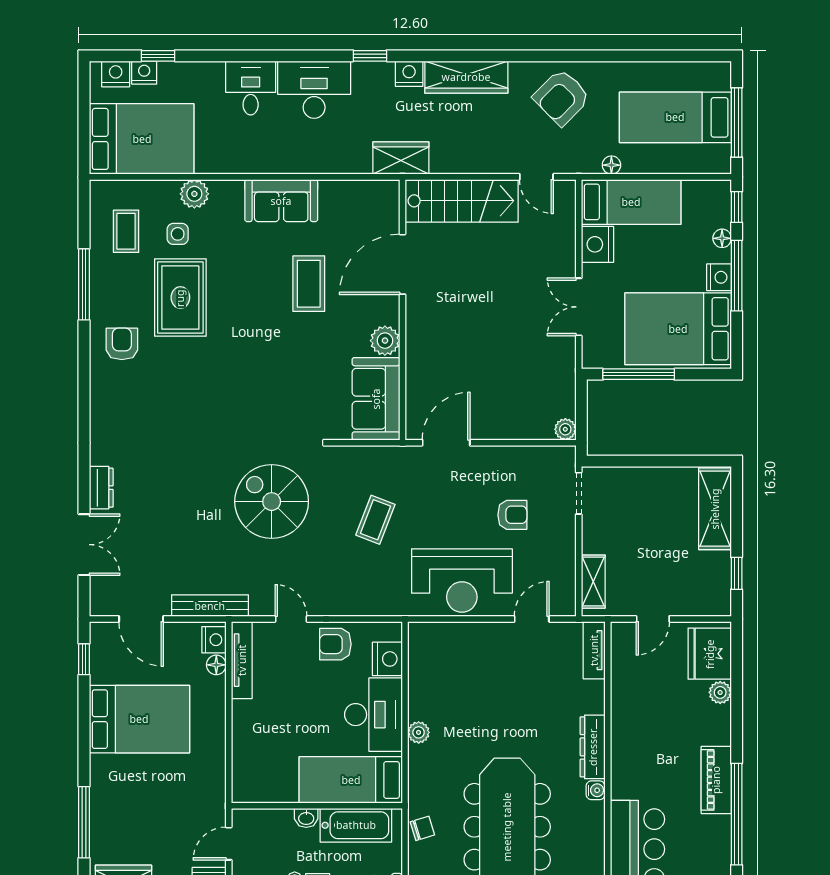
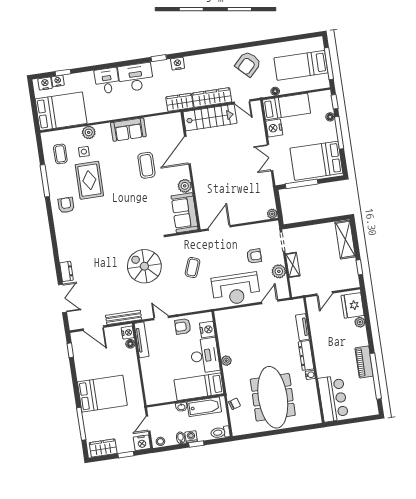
wardrobe: (466, 77) -> (212, 98), moved, turned 180
nightstand: (719, 277) -> (331, 135), removed
plant: (561, 556) -> (279, 271), added
shelving: (593, 582) -> (293, 265), moved
tv unit: (594, 650) -> (302, 327), moved
bed: (139, 719) -> (102, 394), moved

